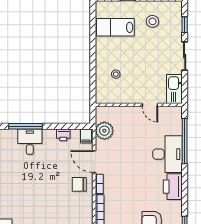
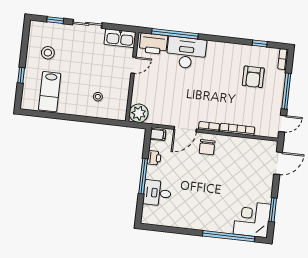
window: (26, 126) -> (143, 176), moved
plant: (104, 131) -> (139, 113), moved
printer: (173, 187) -> (153, 44), moved

